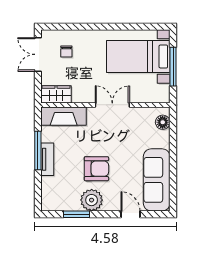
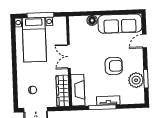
wardrobe: (56, 94) -> (63, 91), width x1.50
floor lamp: (163, 122) -> (92, 20), moved
armchair: (96, 169) -> (114, 66), turned 90
plant: (92, 200) -> (136, 80), moved

